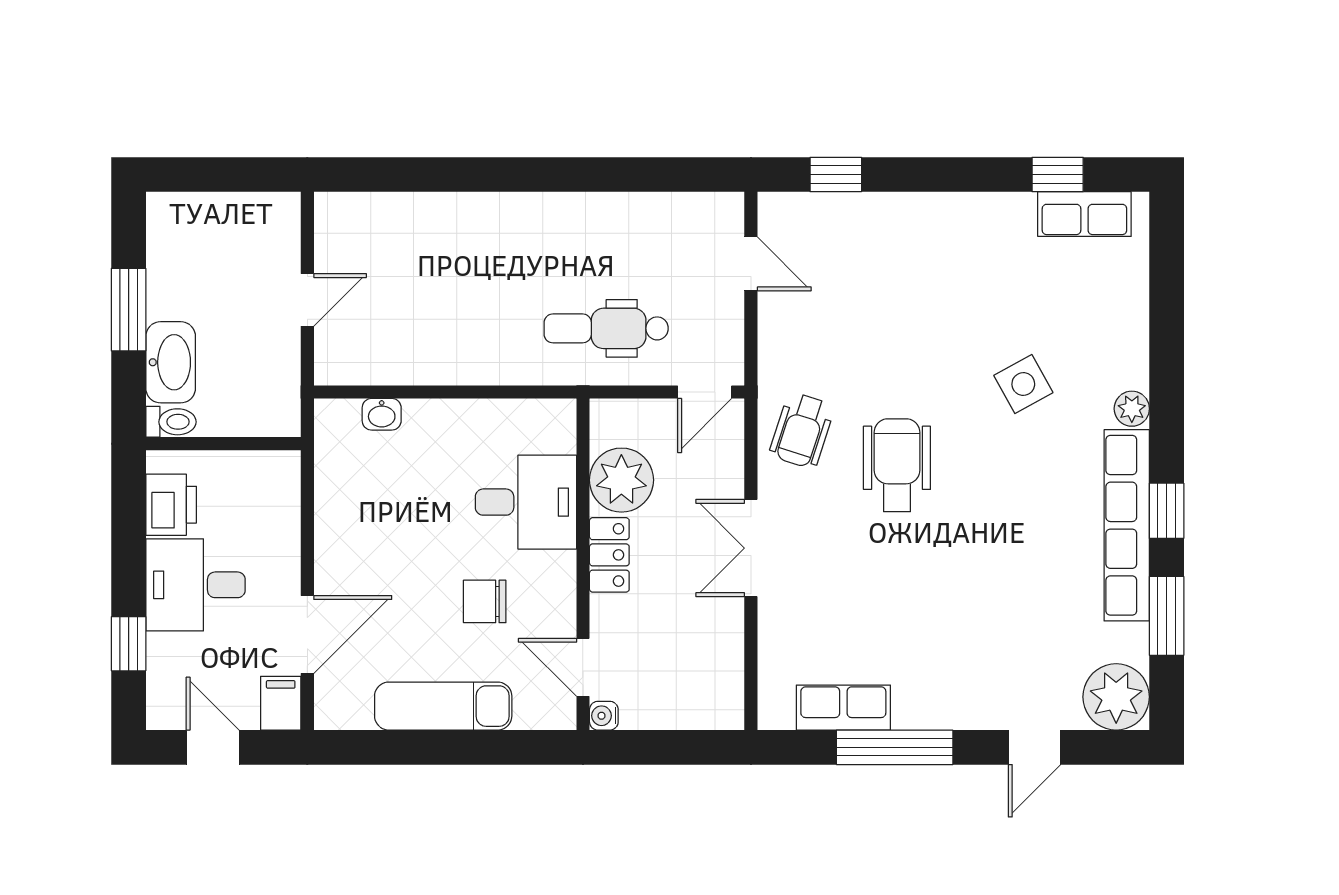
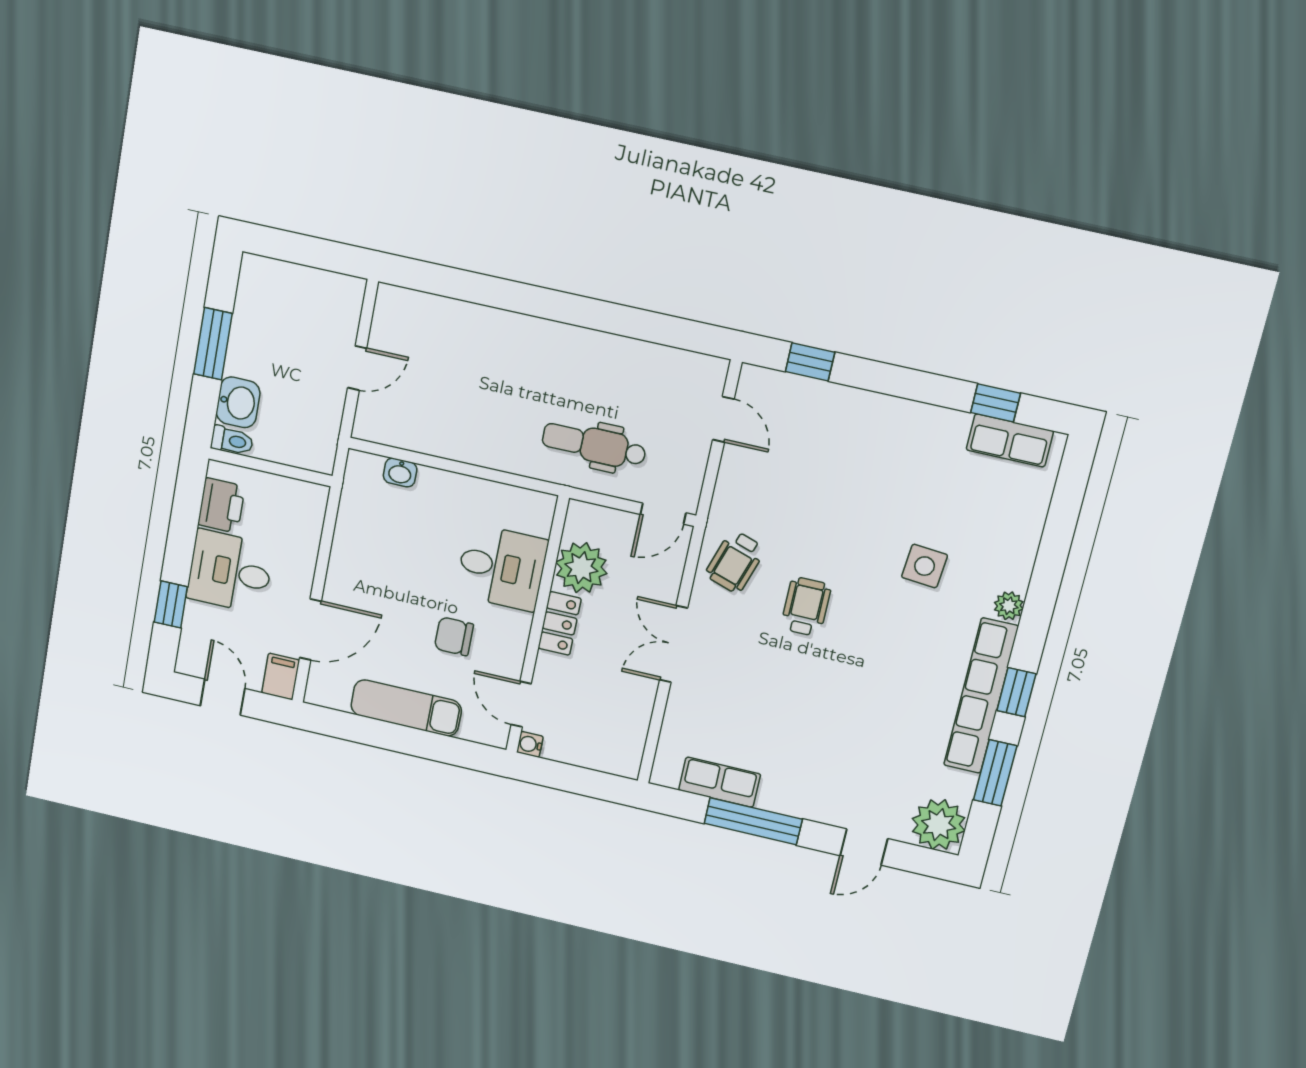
washbasin: (171, 362) -> (238, 402), width x0.72
side table: (1023, 384) -> (925, 566), turned 34
wheelchair: (897, 465) -> (806, 607), width x0.73, depth x0.73

